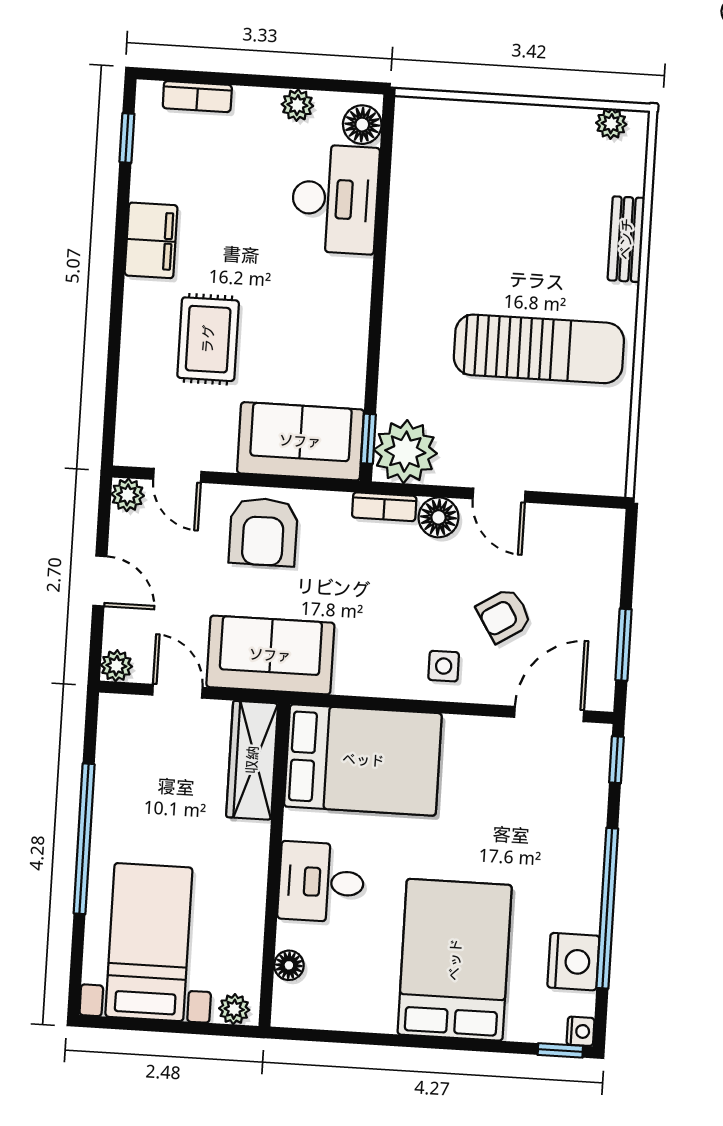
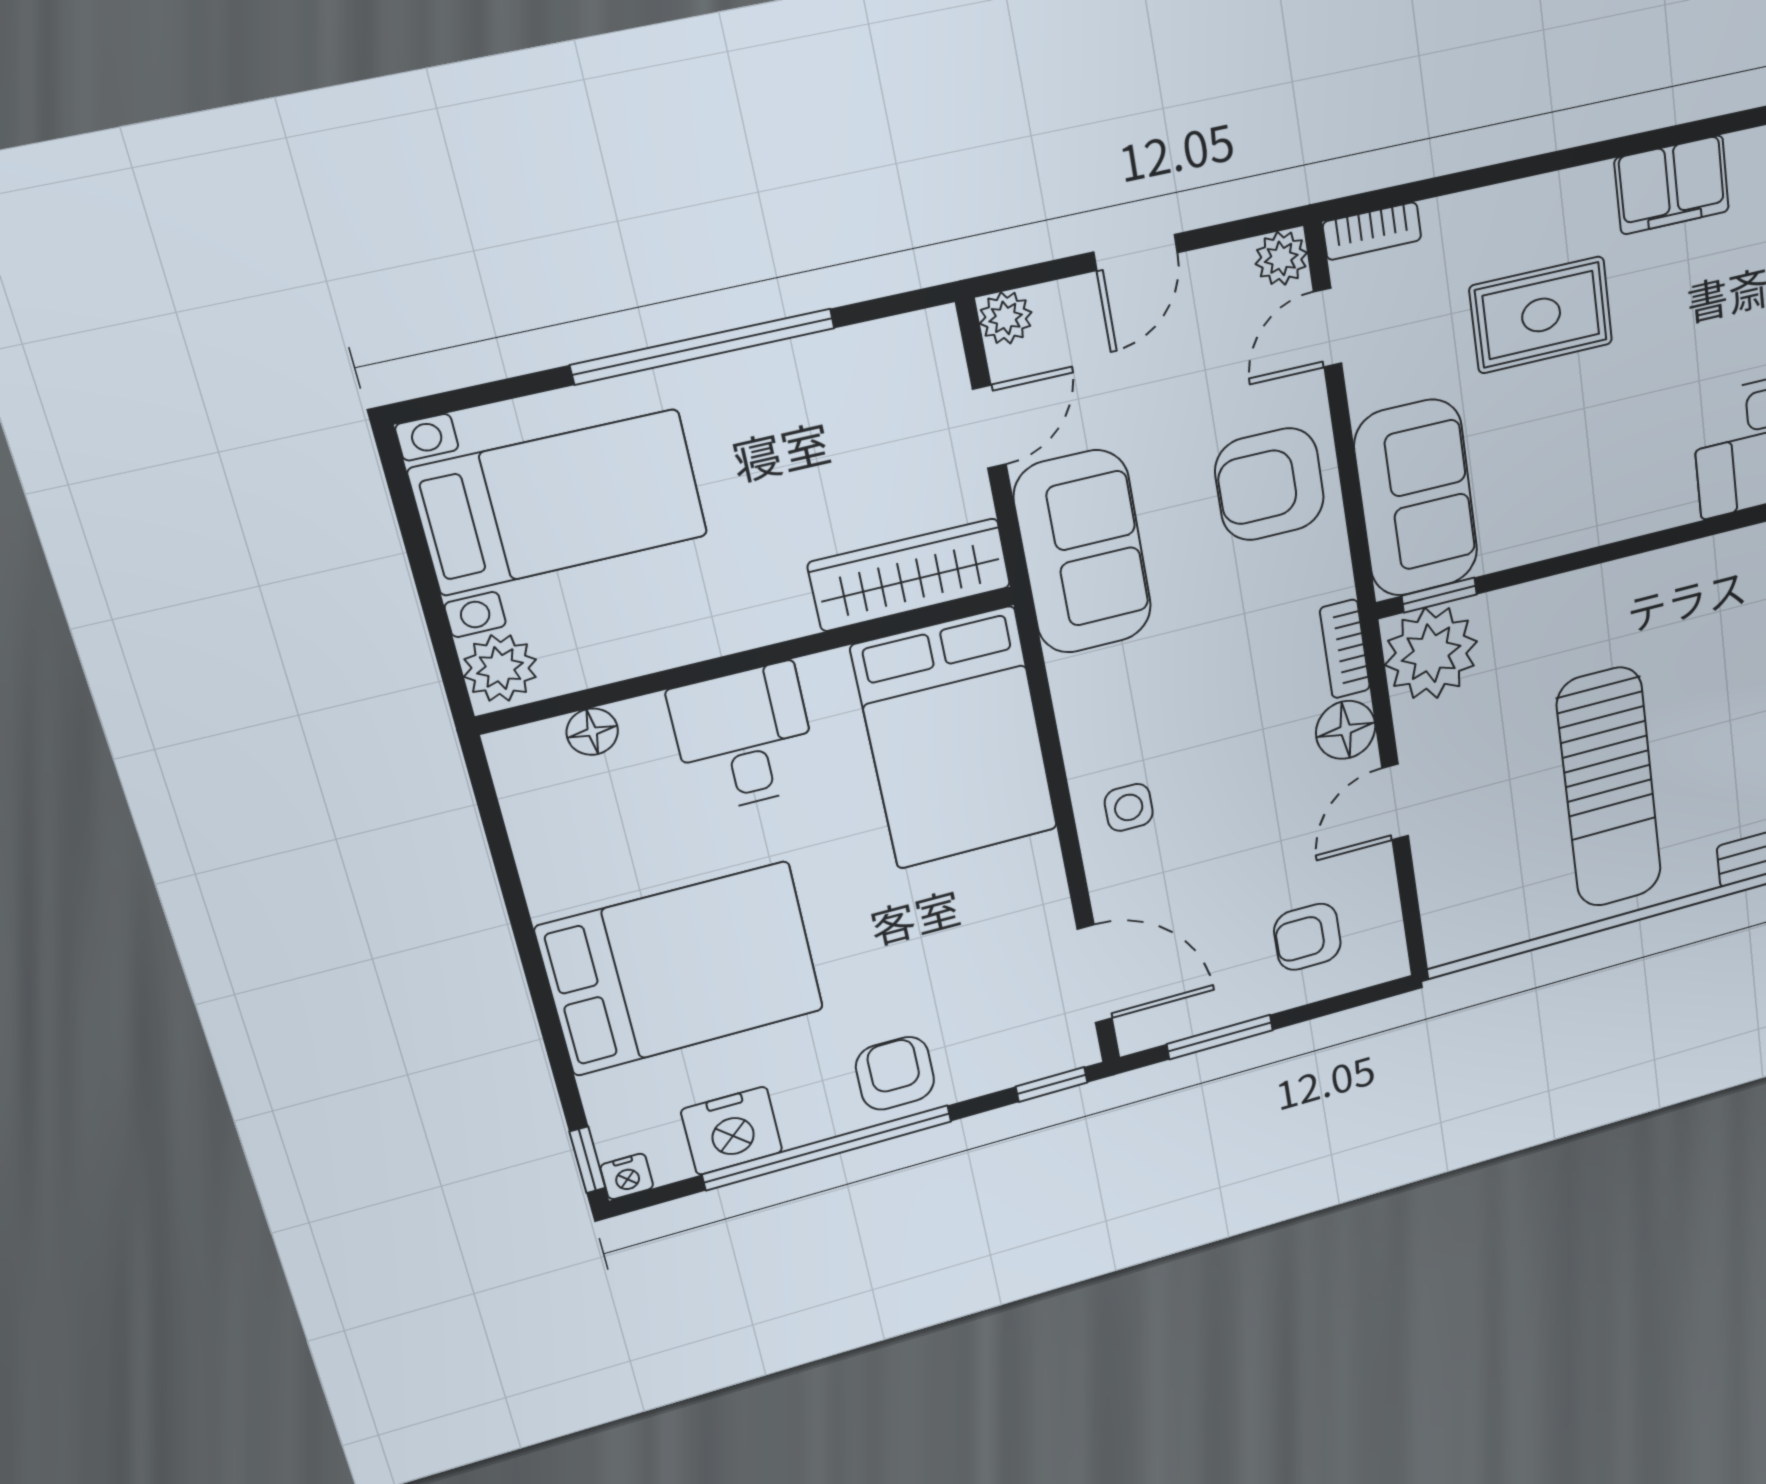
bookcase: (127, 436) -> (1372, 231), added
armchair: (504, 615) -> (1307, 937), moved, turned -58
armchair: (572, 854) -> (895, 1073), added
plant: (234, 1009) -> (500, 668), width x1.38, depth x1.38

